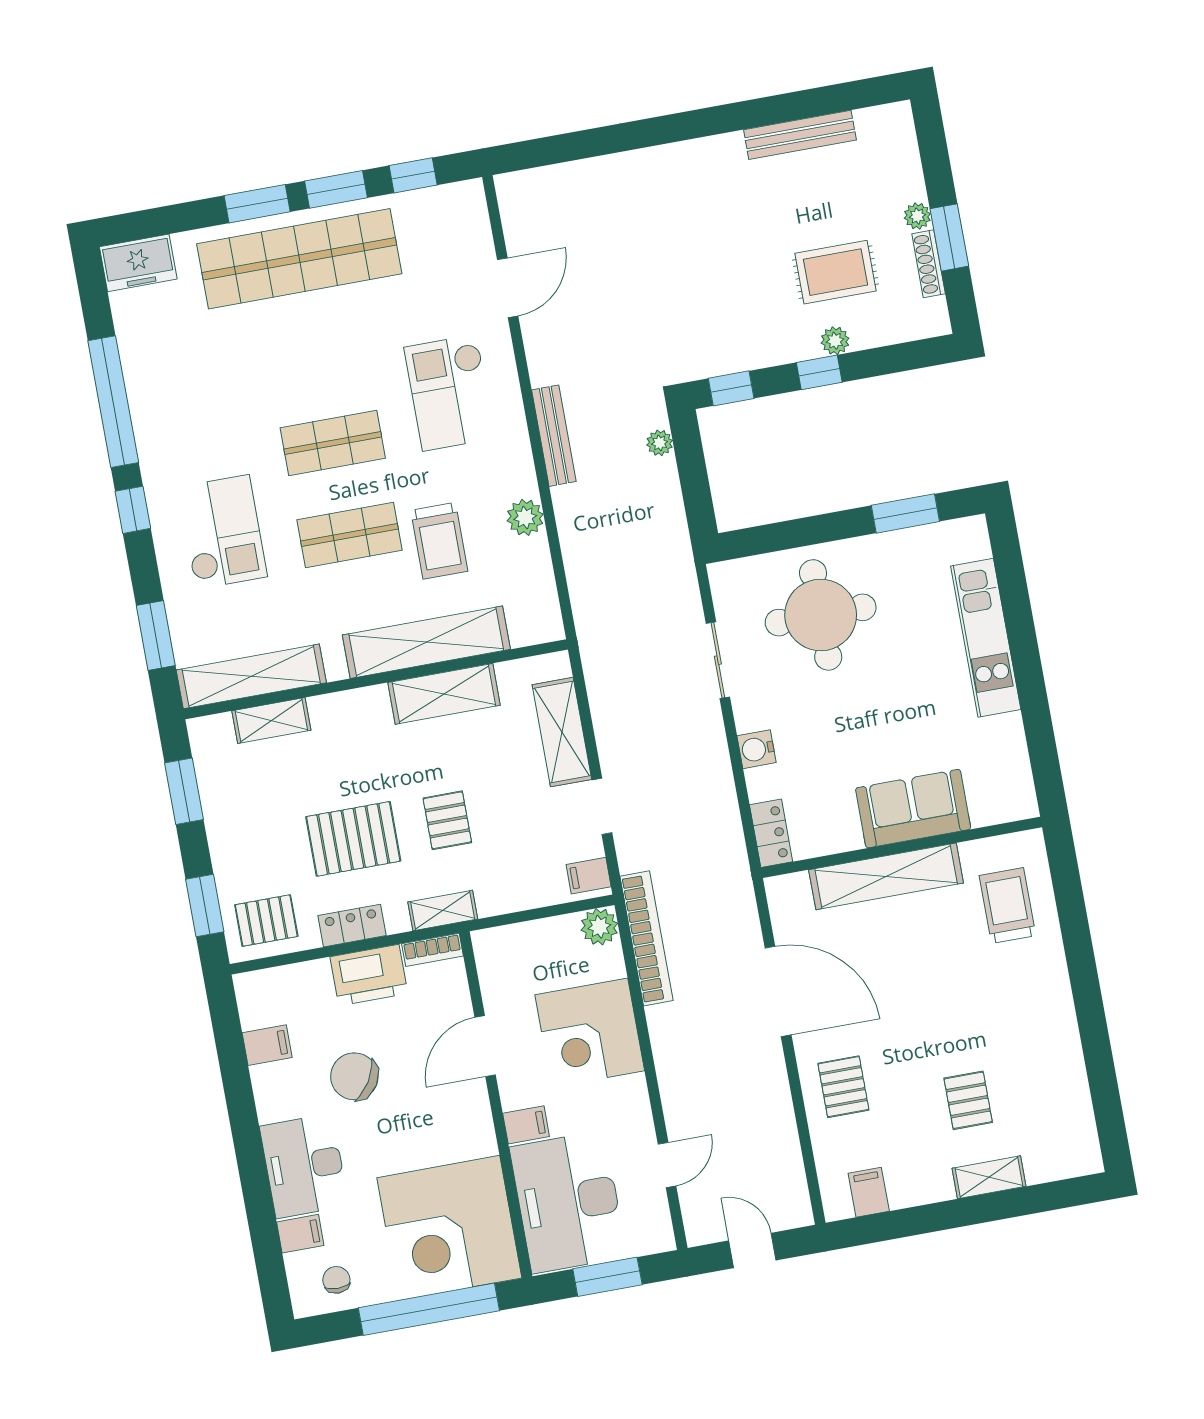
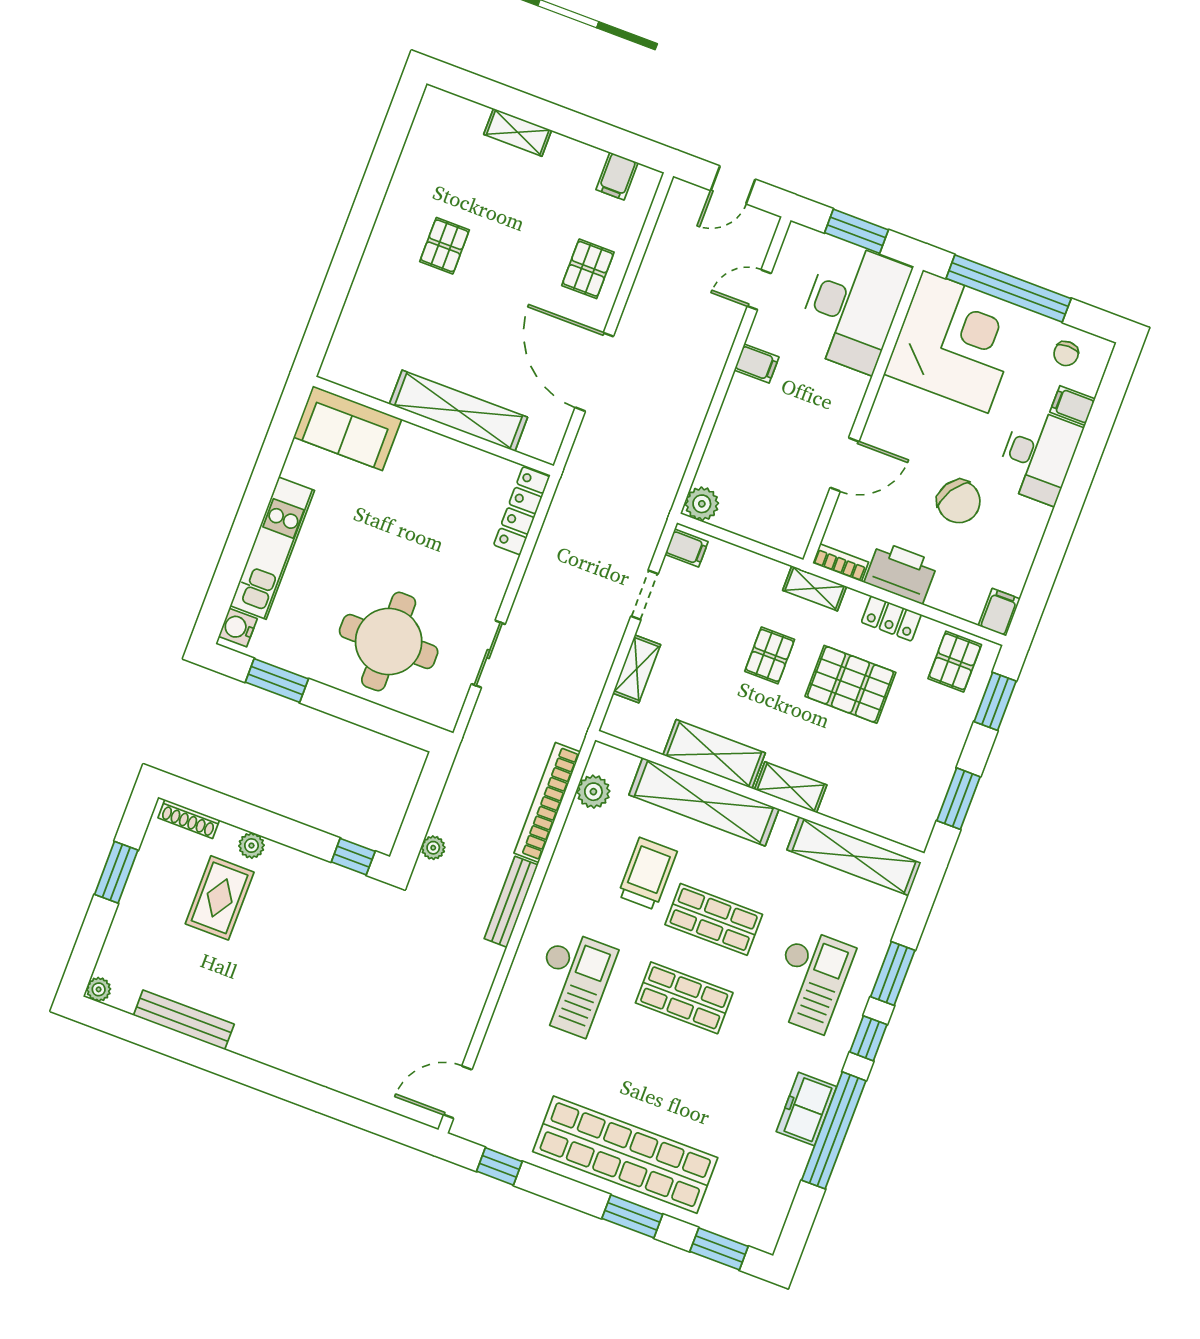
window: (336, 189) -> (719, 1249), moved
plant: (917, 216) -> (99, 989), moved
freezer: (138, 263) -> (806, 1109), moved, turned -90
shoe rack: (929, 264) -> (189, 819), moved, turned 90
rug: (836, 272) -> (220, 898), turned 90
door: (508, 288) -> (458, 1092), moved
window: (819, 372) -> (278, 828), removed
plant: (525, 517) -> (593, 792), moved
checkout: (222, 532) -> (810, 980), turned 180
window: (156, 635) -> (893, 974), moved
shelving: (271, 720) -> (791, 787), moved
shelving: (562, 732) -> (637, 669), width x0.67, depth x0.75
water cooler: (757, 749) -> (238, 628), moved, turned 180
sofa: (913, 809) -> (348, 428), moved
locker: (771, 833) -> (522, 511), width x1.53
trolley: (1007, 906) -> (379, 333), removed
pallet: (266, 921) -> (955, 662), turned 90
bookcase: (646, 938) -> (547, 802), moved
corner desk: (590, 1033) -> (758, 427), removed
filing cabinet: (267, 1045) -> (999, 612), moved, turned 90
pallet: (968, 1100) -> (445, 246), moved
filing cabinet: (526, 1125) -> (757, 363), moved, turned 180
door: (752, 1250) -> (733, 185), hinge flipped

